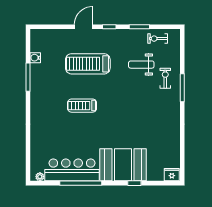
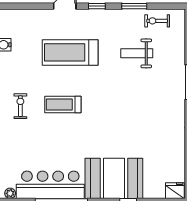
exercise bike: (165, 78) -> (20, 106), moved

